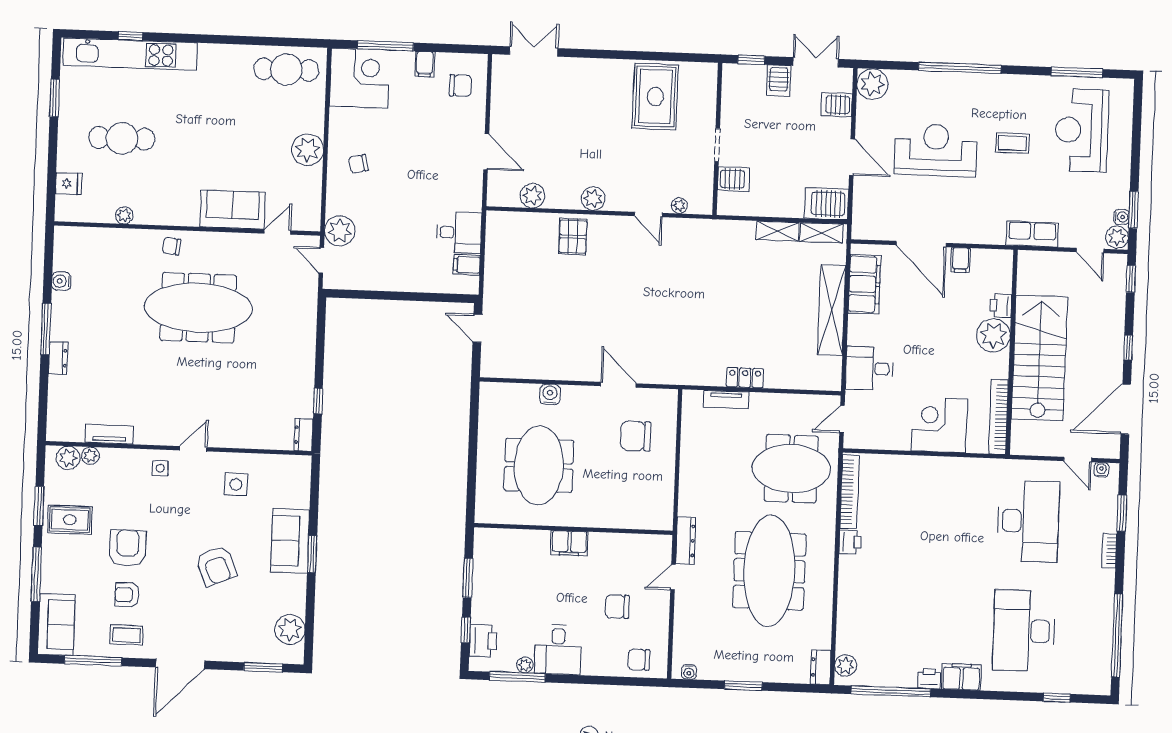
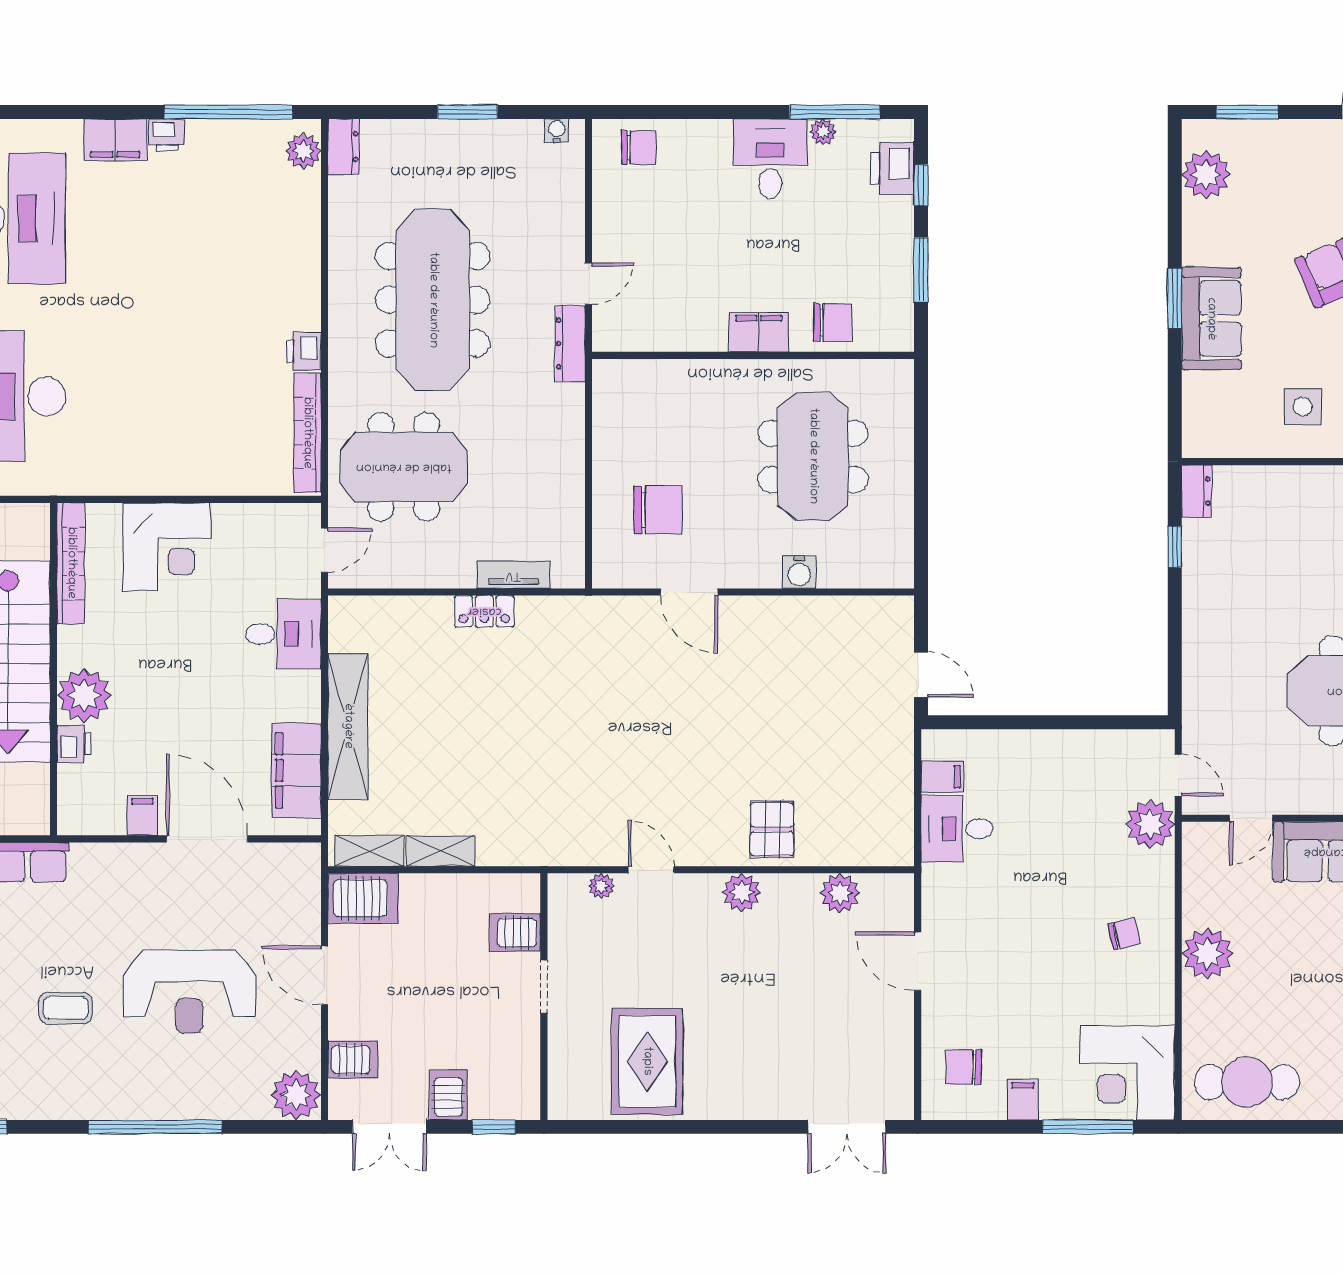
chair: (617, 607) -> (833, 322), moved

